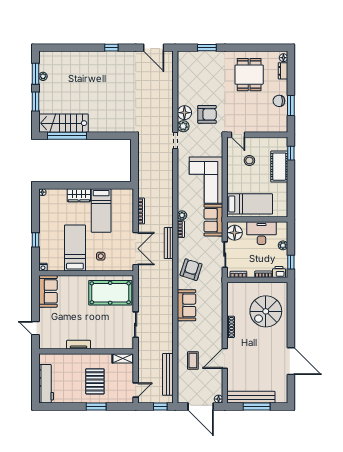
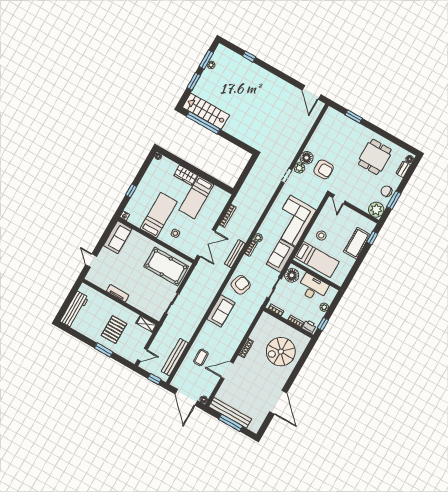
window: (111, 48) -> (249, 57), moved
plant: (279, 124) -> (376, 210), added
stool: (249, 160) -> (321, 236), moved

